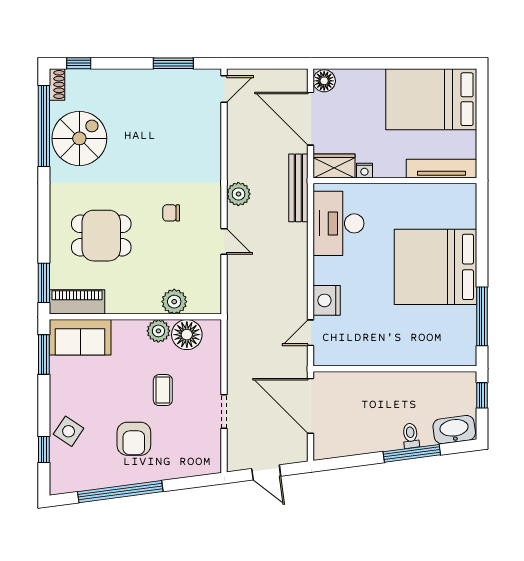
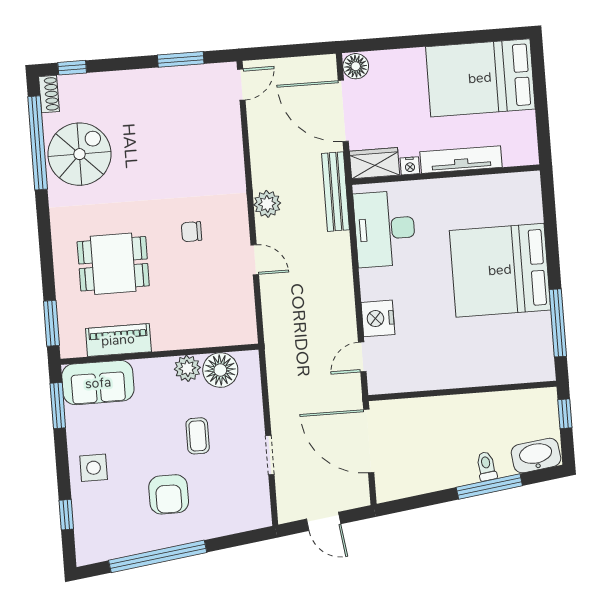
tv unit: (442, 169) -> (461, 160), moved
piano: (77, 302) -> (118, 340), moved
plant: (174, 302) -> (203, 333), removed
side table: (69, 431) -> (94, 468), moved, turned -34

